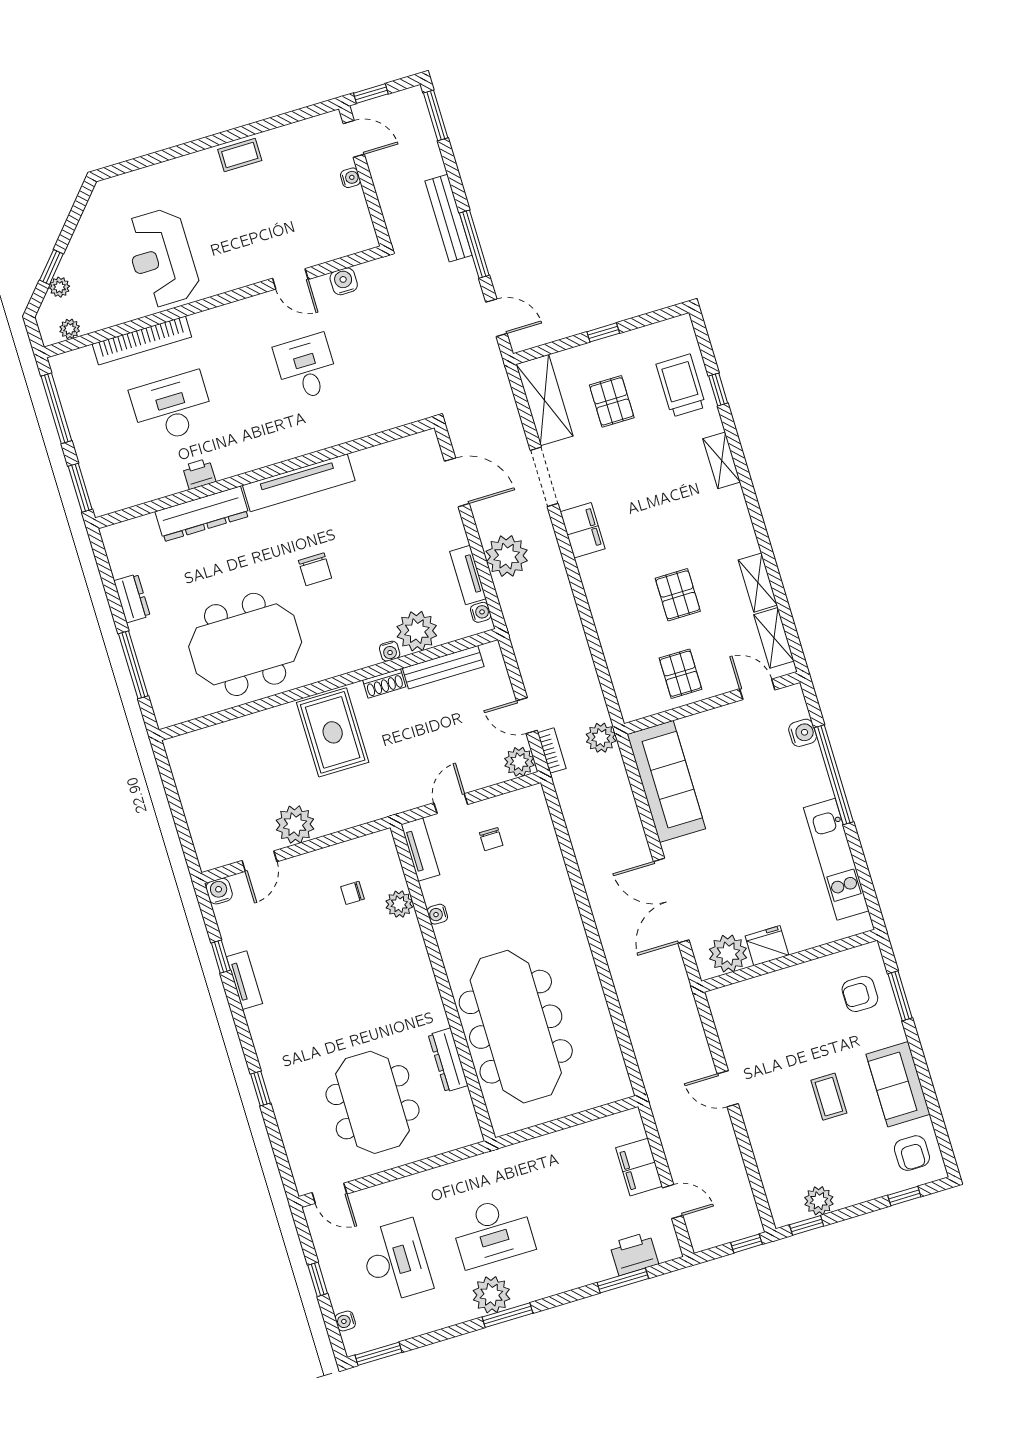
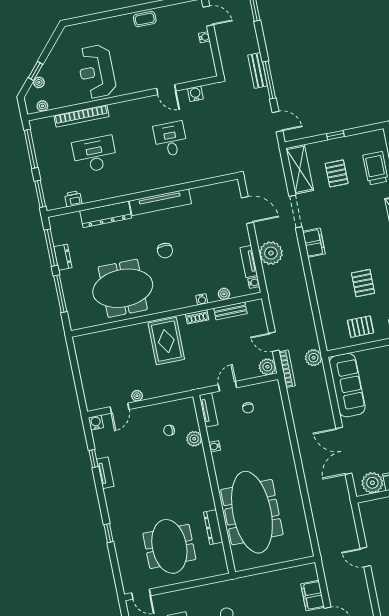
bench: (449, 218) -> (257, 70), width x0.73
printer: (199, 474) -> (73, 199), moved
window: (109, 583) -> (51, 248), added
plant: (417, 631) -> (224, 294), width x0.53, depth x0.53
bench: (443, 667) -> (230, 311), width x0.73
pallet: (681, 674) -> (360, 327), turned 90
bookcase: (552, 751) -> (287, 369), width x1.56
plant: (295, 825) -> (137, 396), width x0.53, depth x0.53

